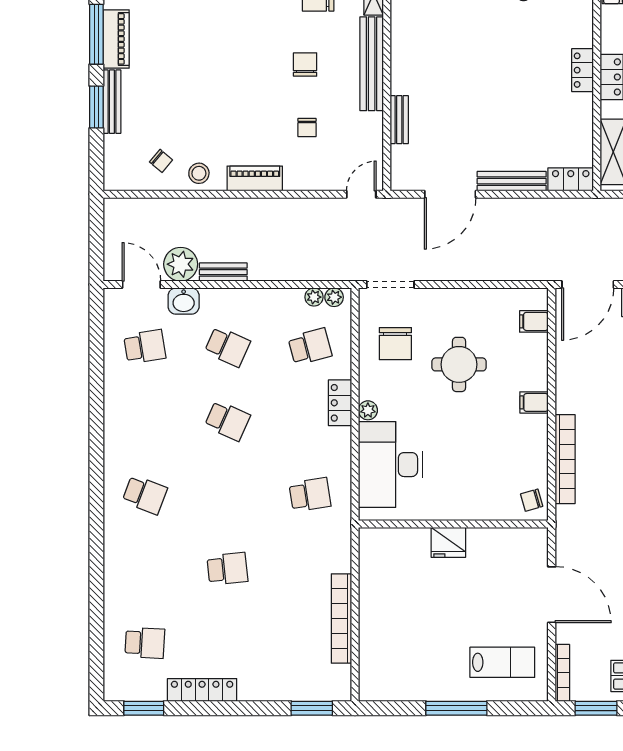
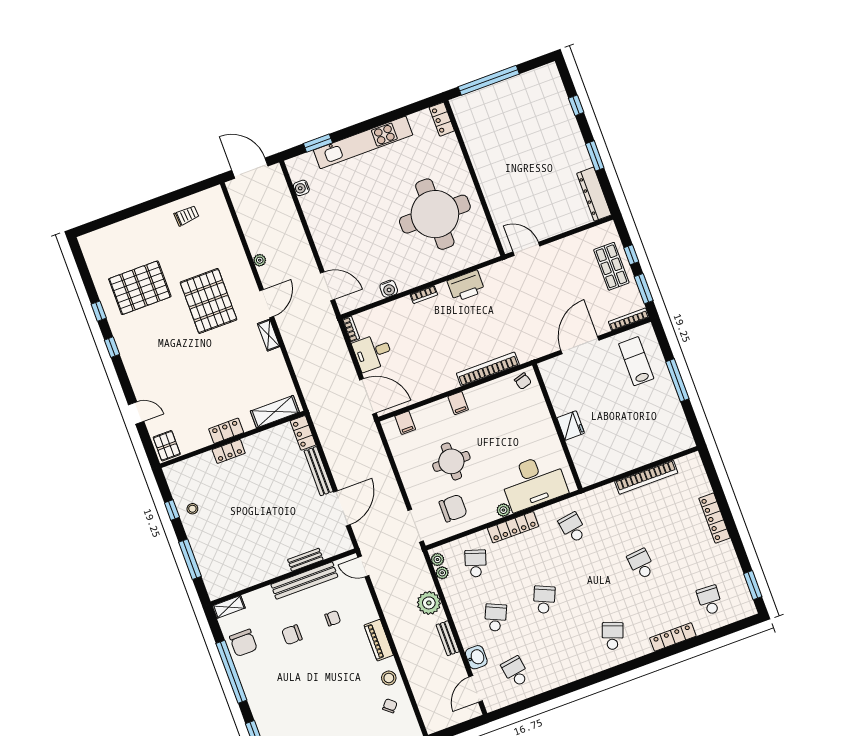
bench: (372, 64) -> (304, 581), moved
door: (450, 194) -> (342, 508), hinge flipped
plant: (181, 264) -> (429, 603), moved
school desk: (310, 347) -> (476, 563), turned 33
locker: (340, 403) -> (513, 527), width x1.53
locker: (114, 575) -> (673, 637), added
locker: (202, 690) -> (715, 518), moved
window: (312, 708) -> (712, 475), removed

